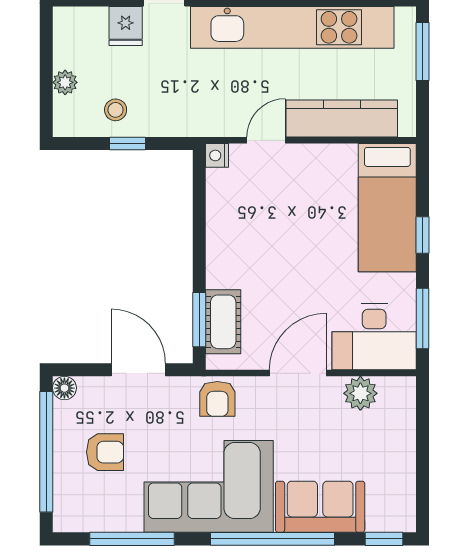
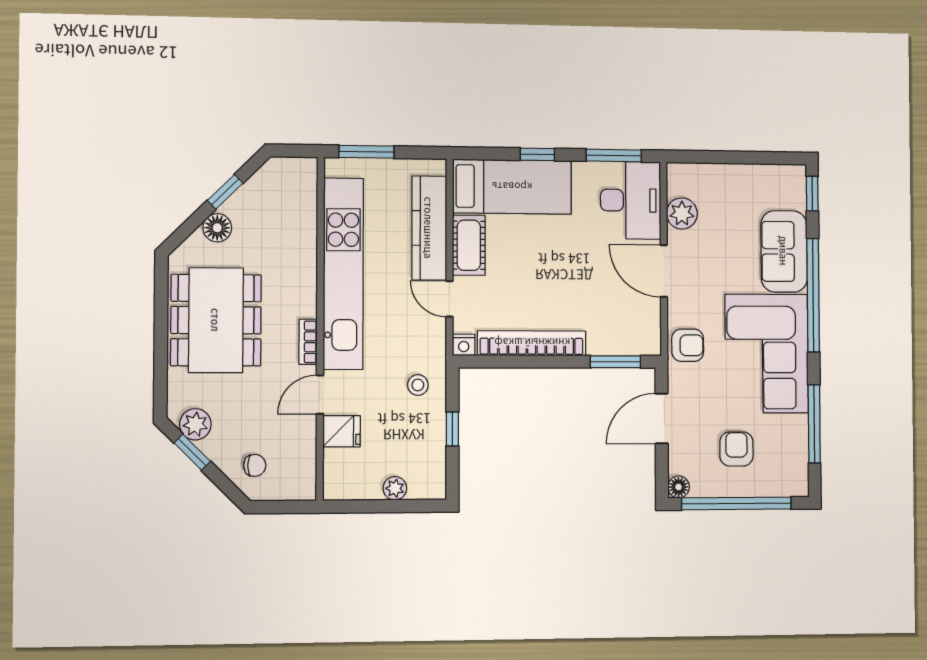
stool: (116, 110) -> (418, 385), moved
bookcase: (219, 229) -> (532, 343), added
cot: (223, 322) -> (469, 245), moved, turned 90

